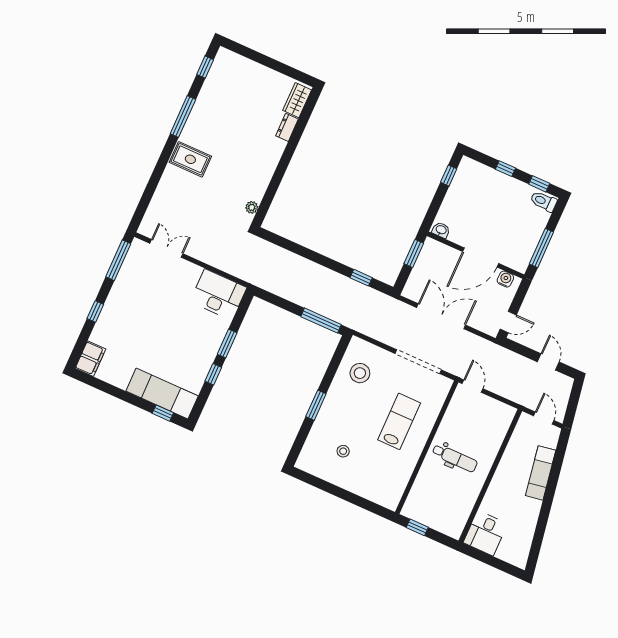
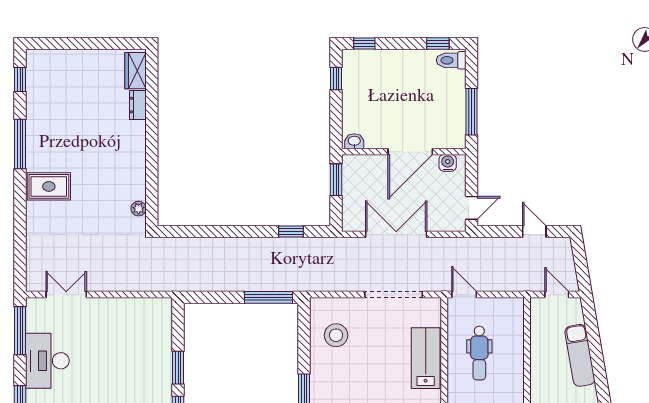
window: (505, 169) -> (364, 43), moved
desk: (218, 295) -> (47, 361), moved, turned -90
lab bench: (399, 421) -> (426, 358), moved
dental chair: (455, 458) -> (479, 353), moved, turned 90

